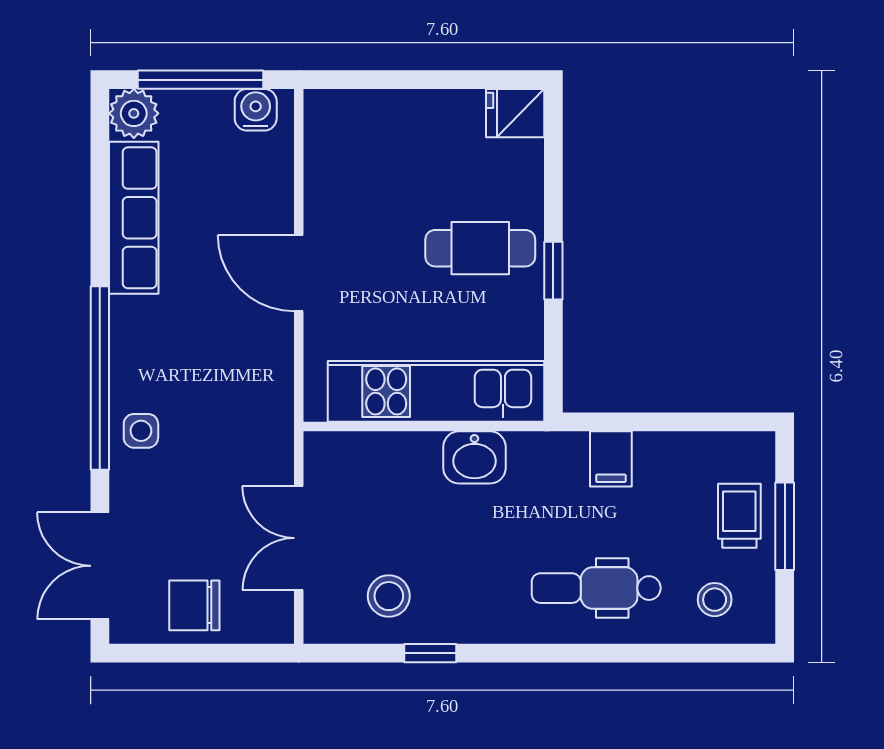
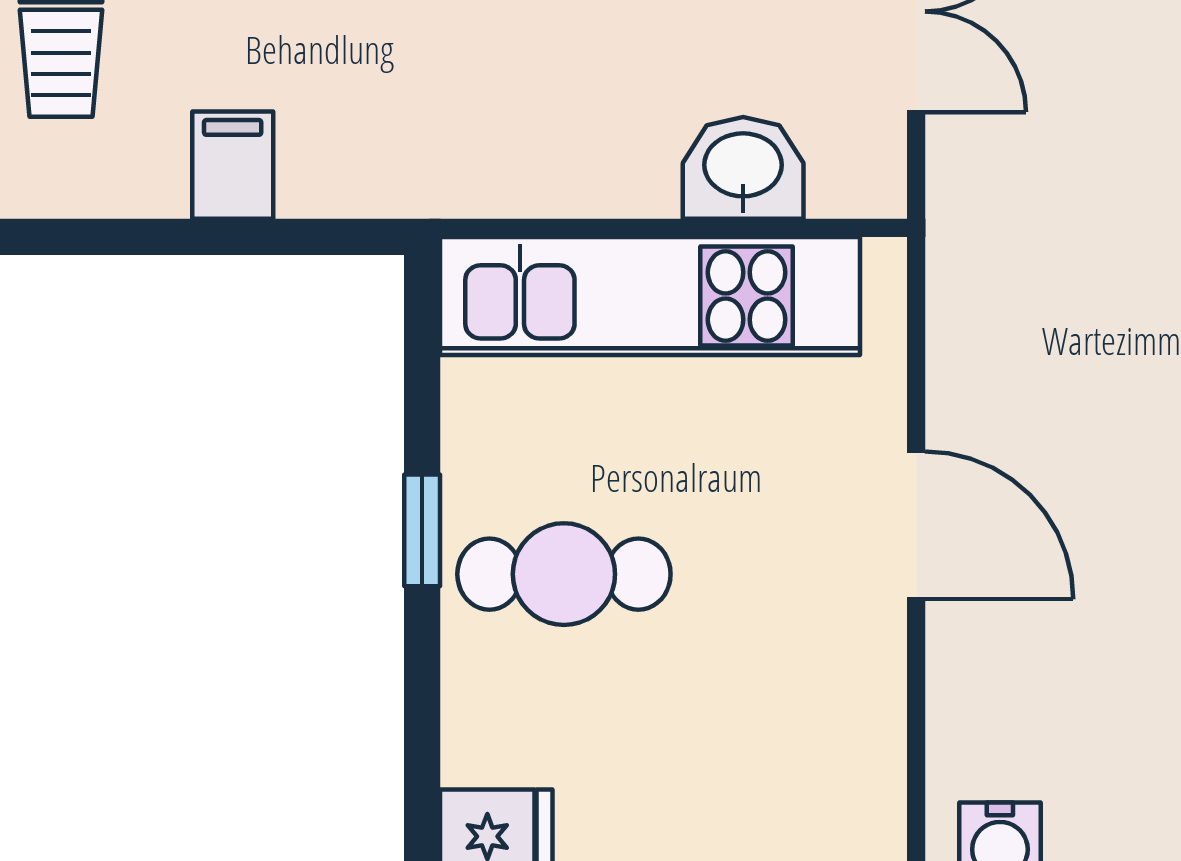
washbasin: (474, 457) -> (743, 168), moved
filing cabinet: (611, 459) -> (233, 165), moved

